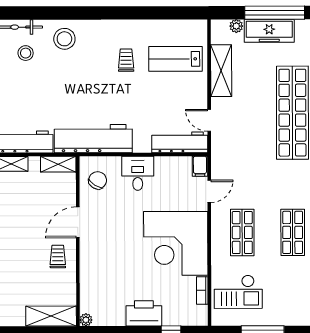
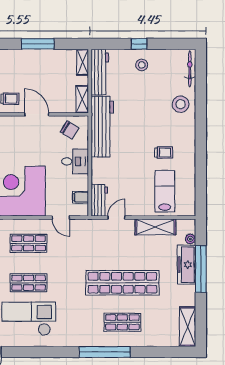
stool: (26, 53) -> (142, 65), moved
workbench: (180, 142) -> (99, 200), width x0.73
filing cabinet: (200, 166) -> (81, 197), moved

